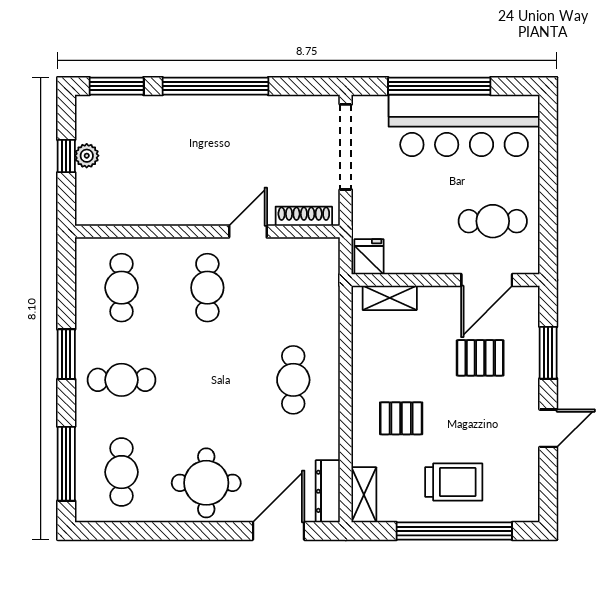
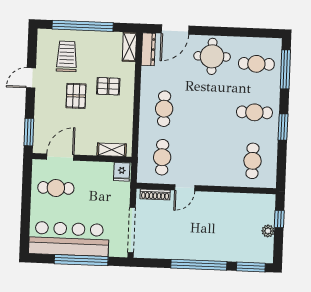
window: (66, 156) -> (279, 219), moved
cafe table: (207, 288) -> (162, 157), moved
window: (548, 353) -> (29, 132), moved
pallet: (480, 358) -> (76, 96), moved, turned 90
cafe table: (122, 472) -> (256, 64), turned 90
trolley: (454, 482) -> (67, 56), moved, turned 90

